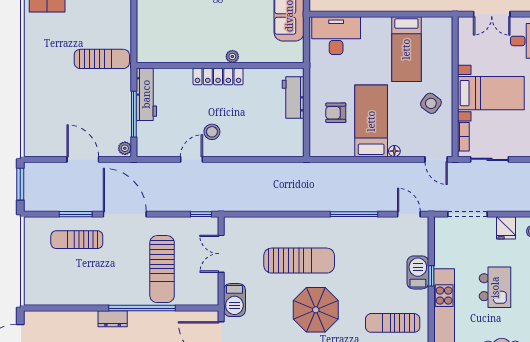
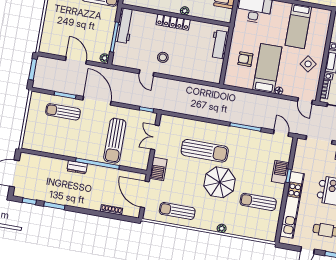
door: (191, 159) -> (146, 73), swing flipped
parasol: (316, 310) -> (220, 182), moved

